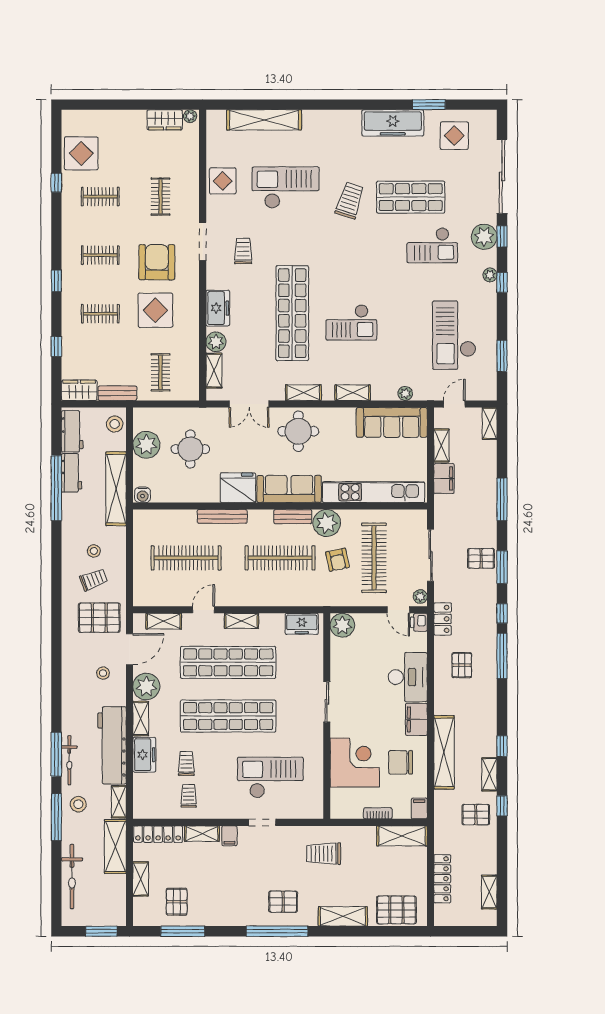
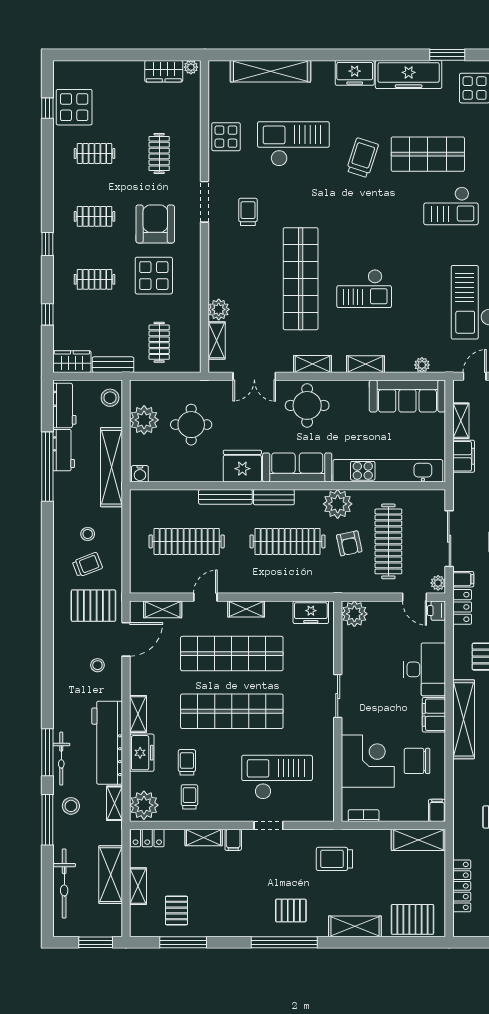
window: (56, 183) -> (47, 108), moved
freezer: (218, 308) -> (355, 73), moved, turned 90
bench: (293, 517) -> (274, 497), moved
filing cabinet: (444, 593) -> (463, 579), added
plant: (146, 686) -> (144, 805), moved
shelving: (444, 752) -> (464, 719), moved
bookcase: (378, 813) -> (364, 816), moved
locker: (158, 834) -> (147, 838), width x0.66
shelving: (115, 846) -> (111, 875), moved

